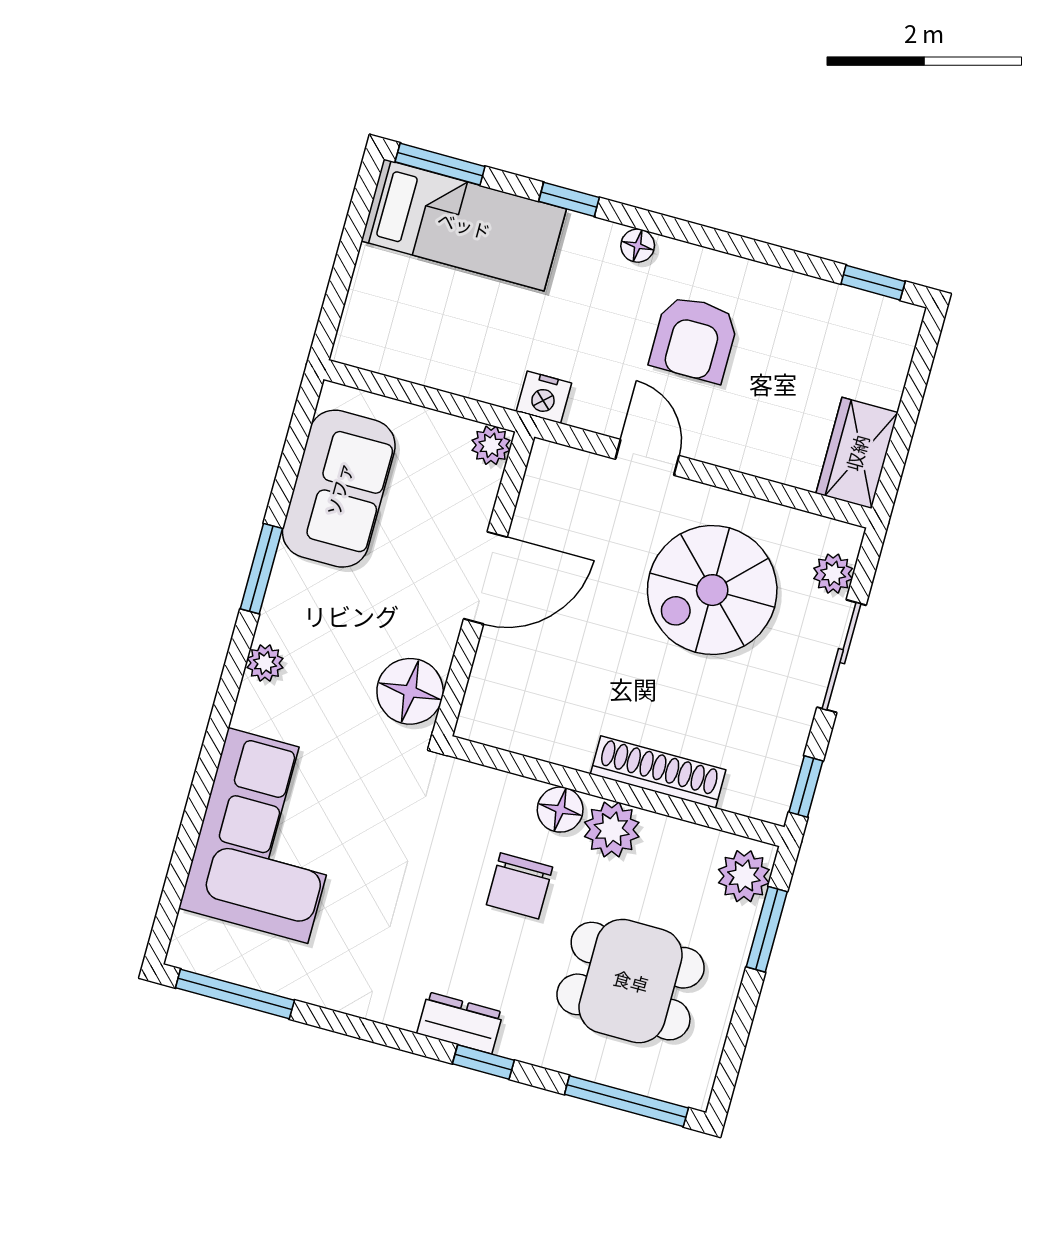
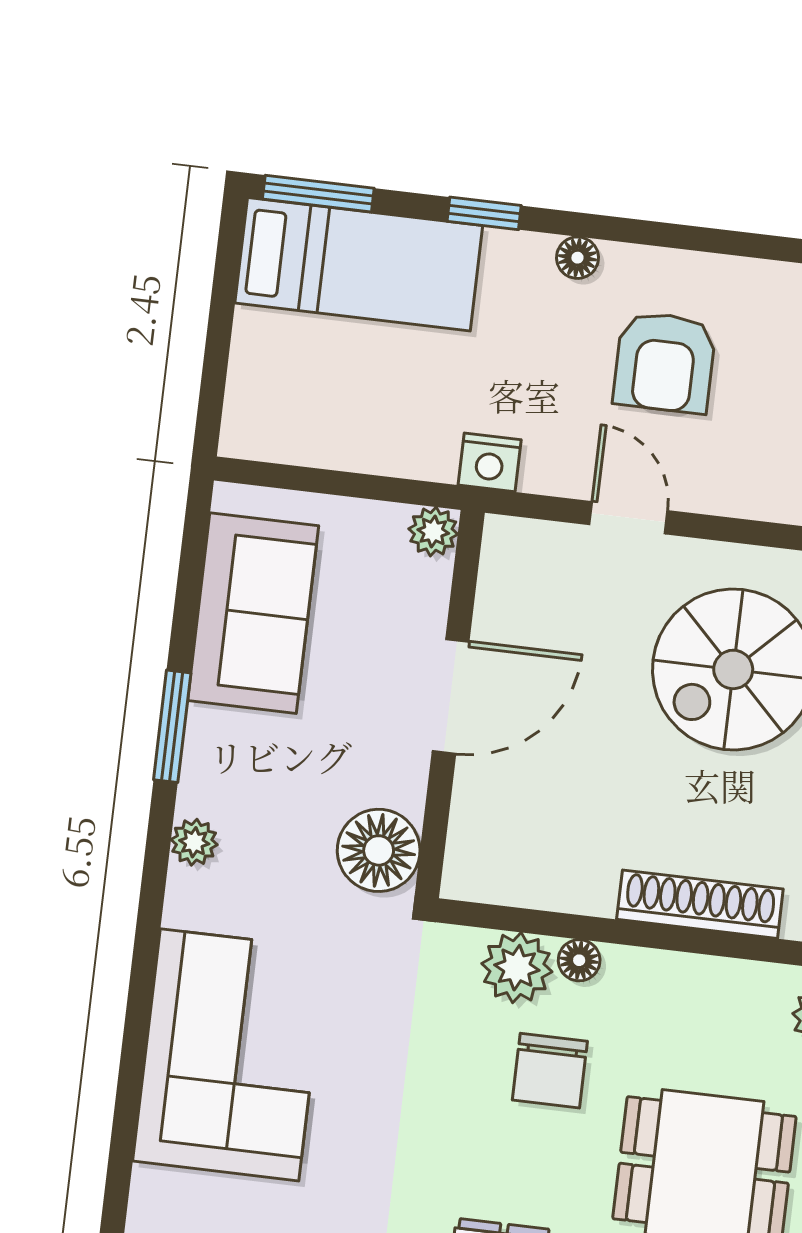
floor lamp: (560, 810) -> (579, 960), width x0.73, depth x0.73
plant: (612, 829) -> (517, 968), moved

